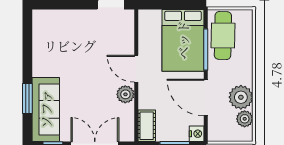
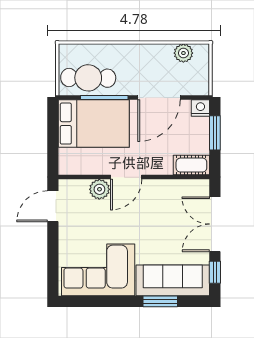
corner sofa: (55, 44) -> (98, 270), added
plant: (125, 94) -> (99, 189), moved
plant: (241, 97) -> (159, 57), removed

